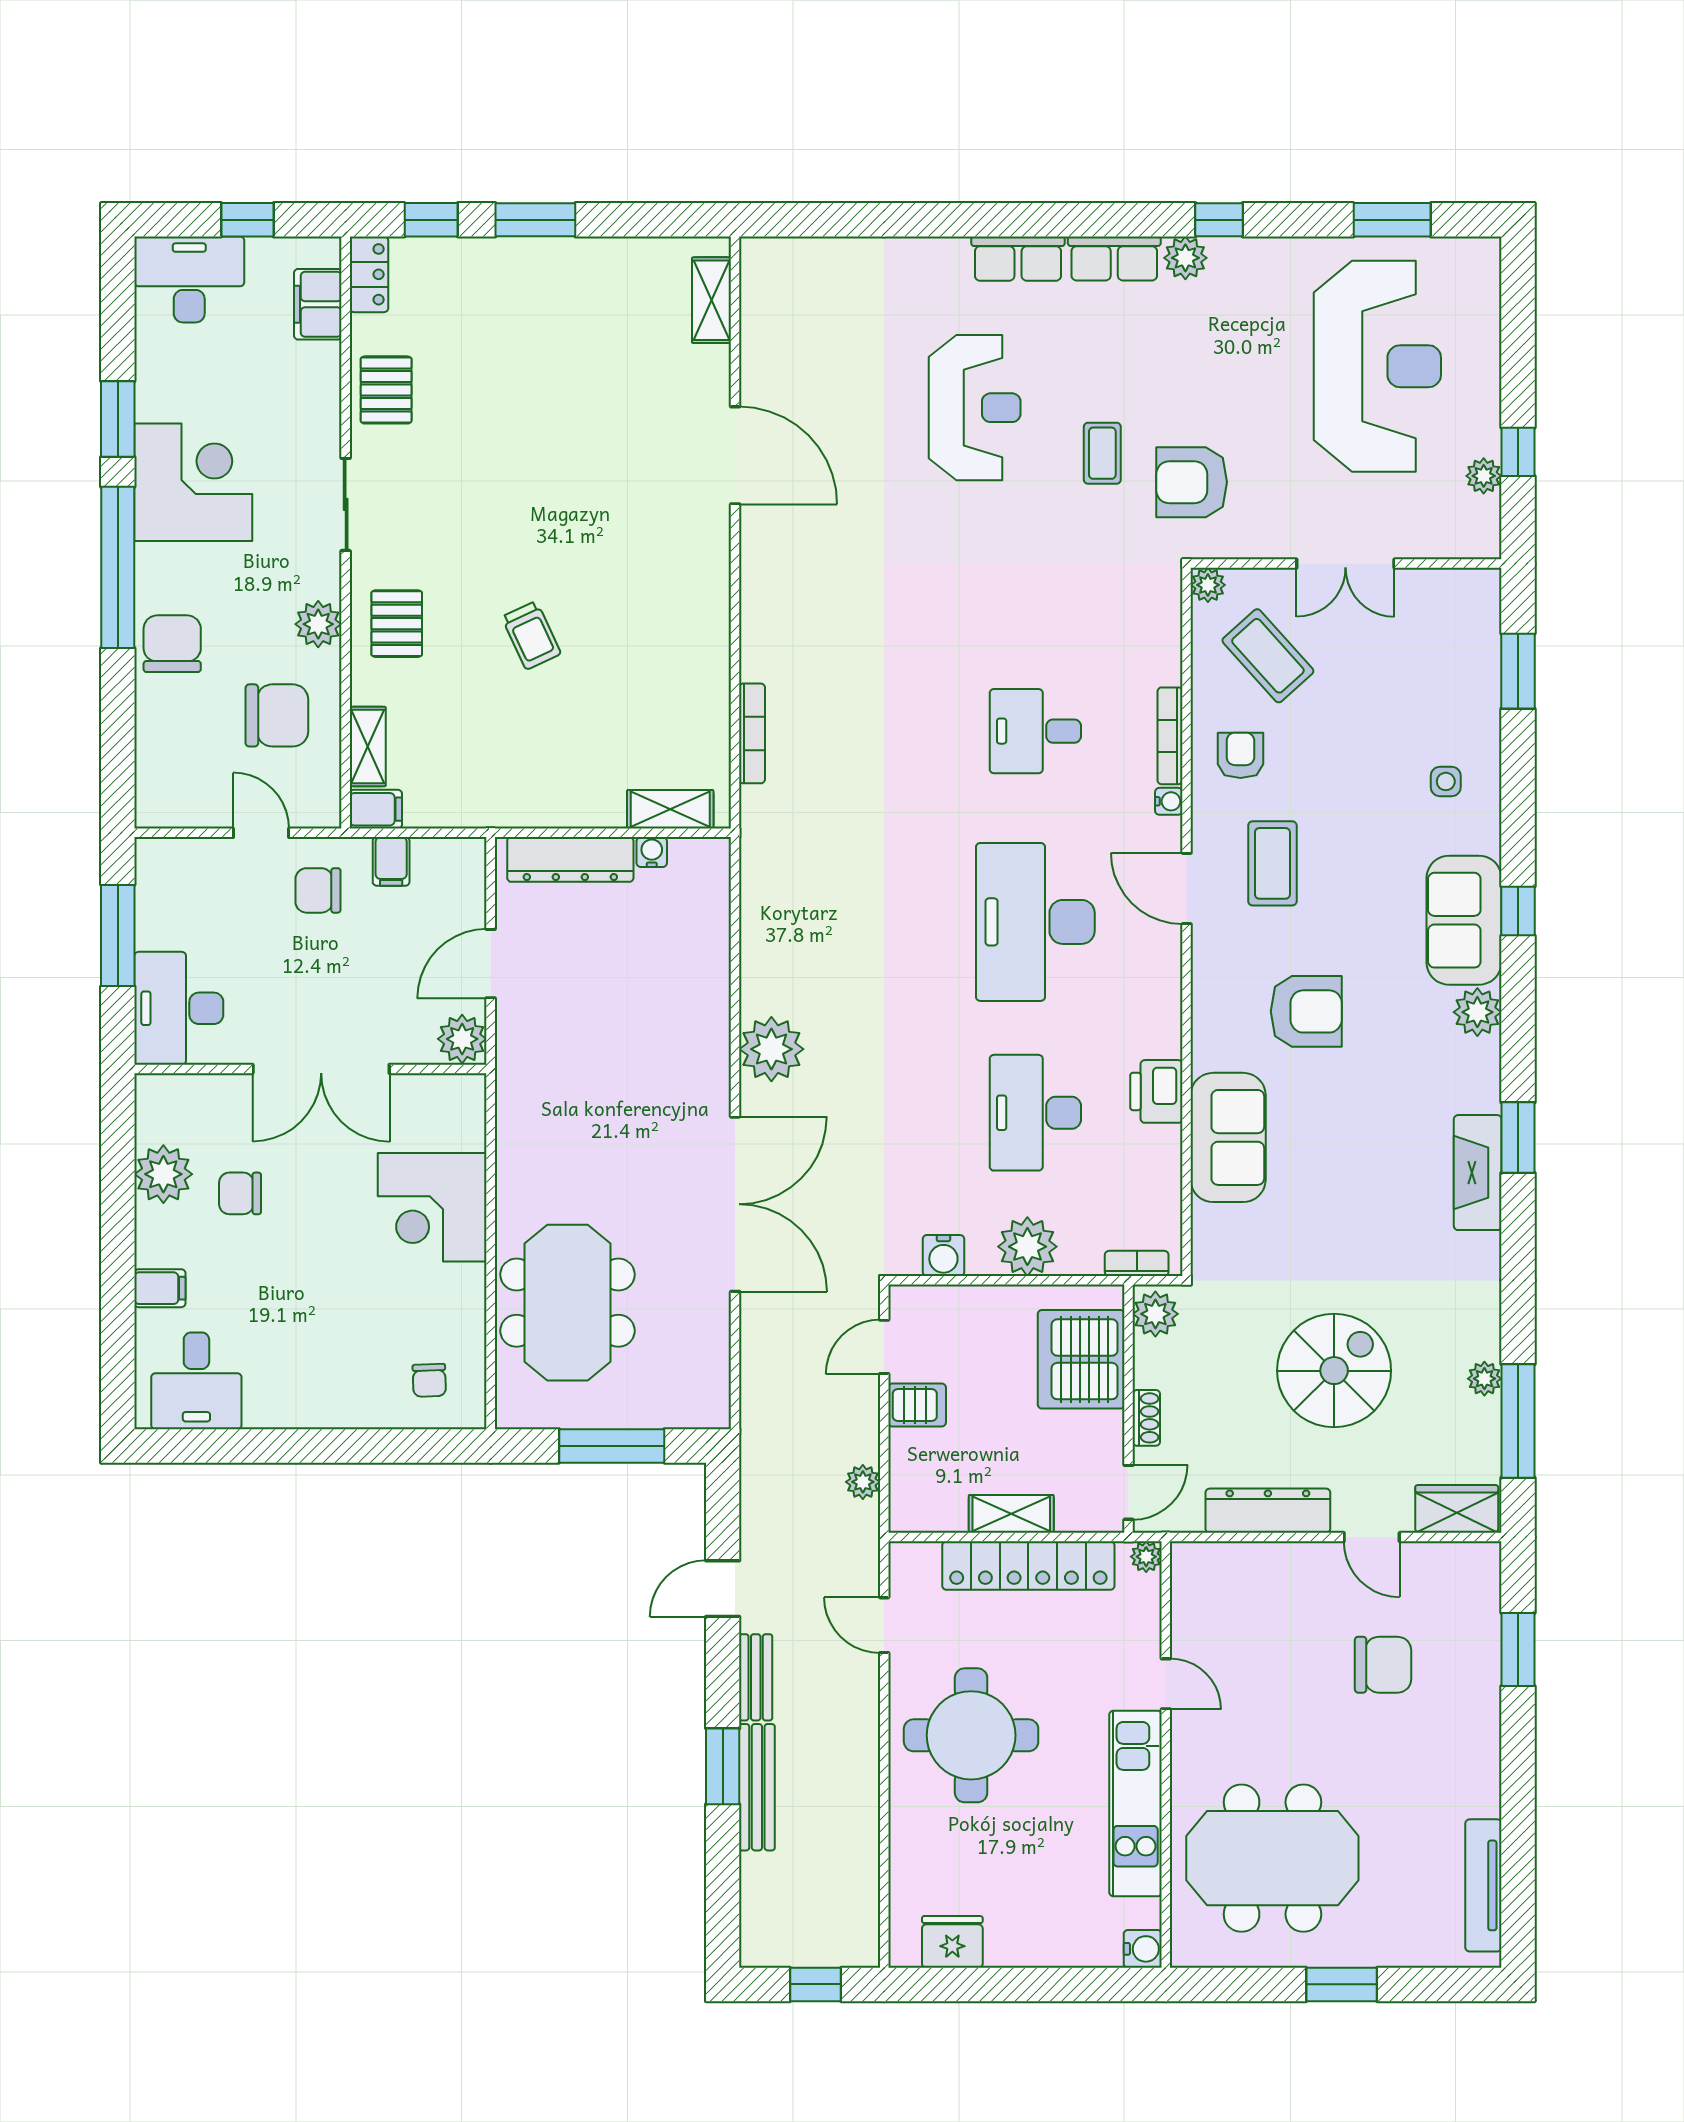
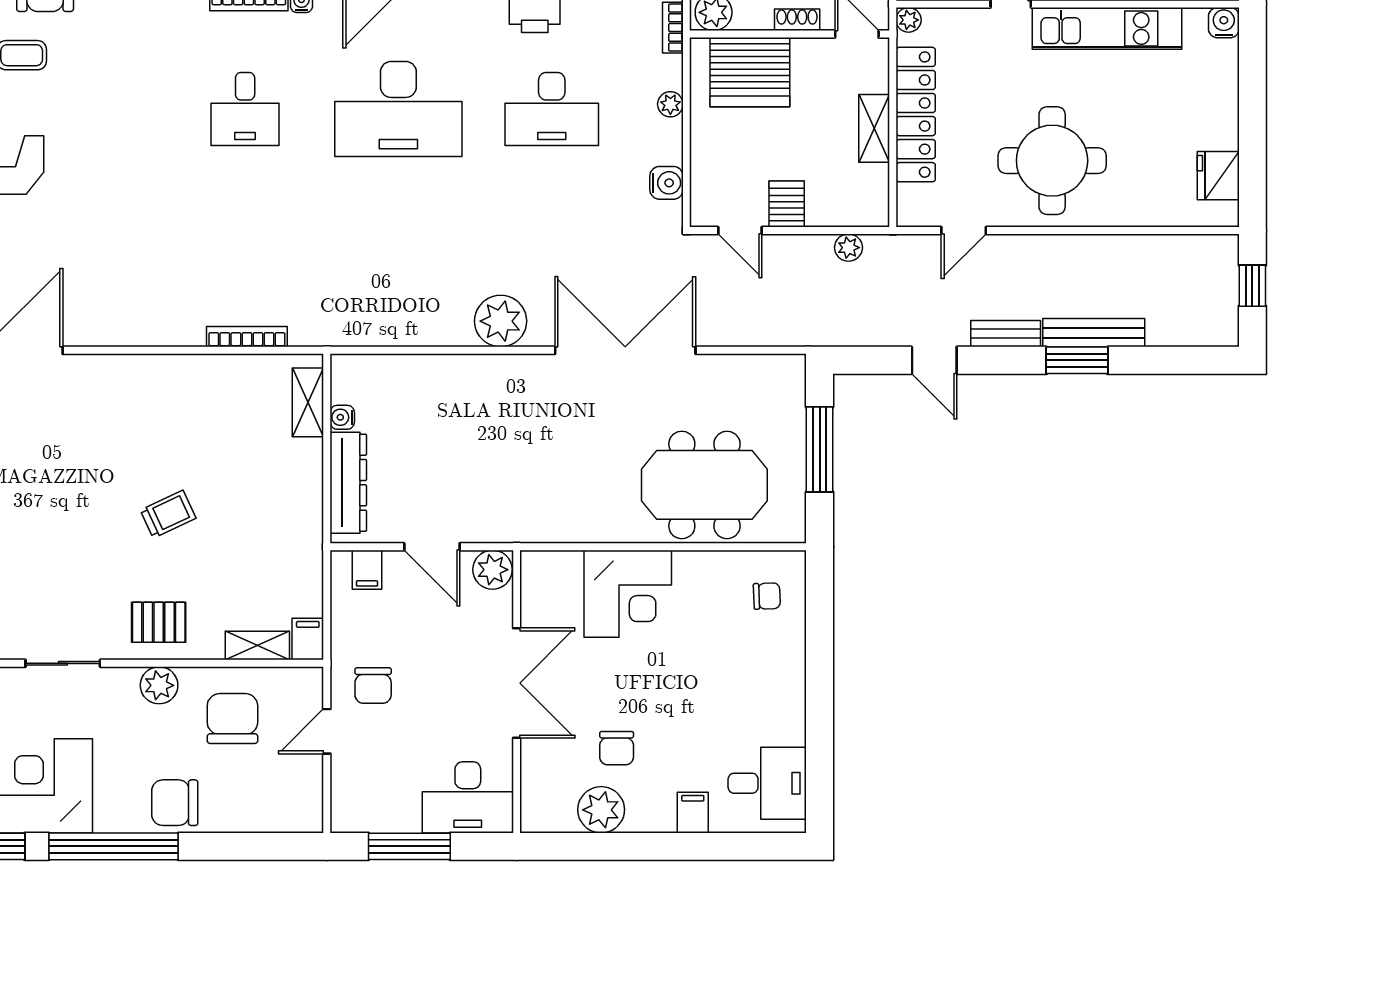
filing cabinet: (391, 861) -> (367, 570), moved, turned 90
plant: (1027, 1247) -> (670, 104), width x0.53, depth x0.53

